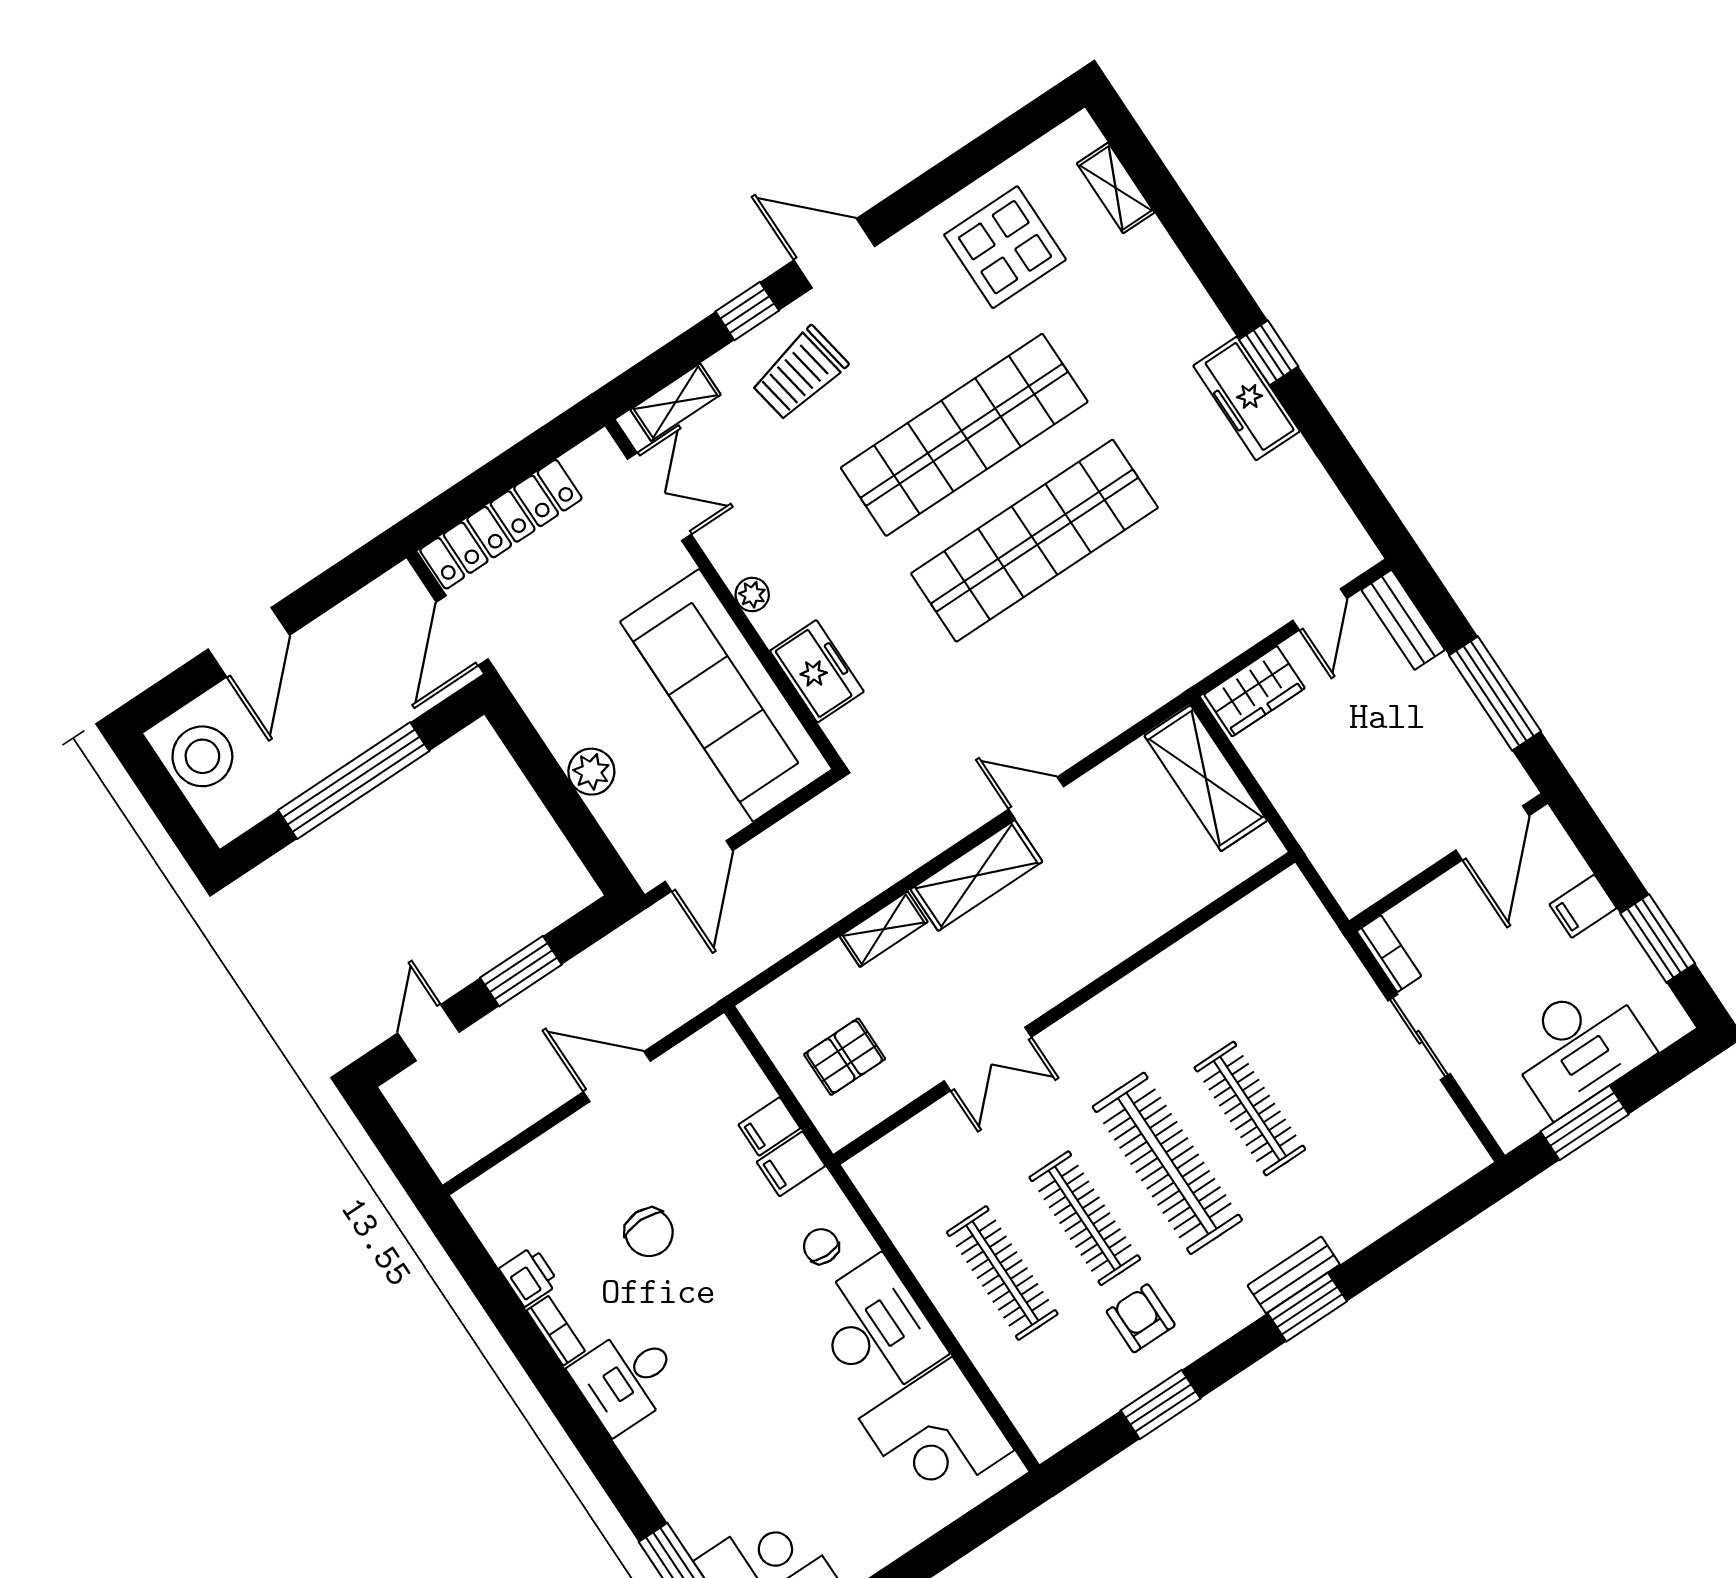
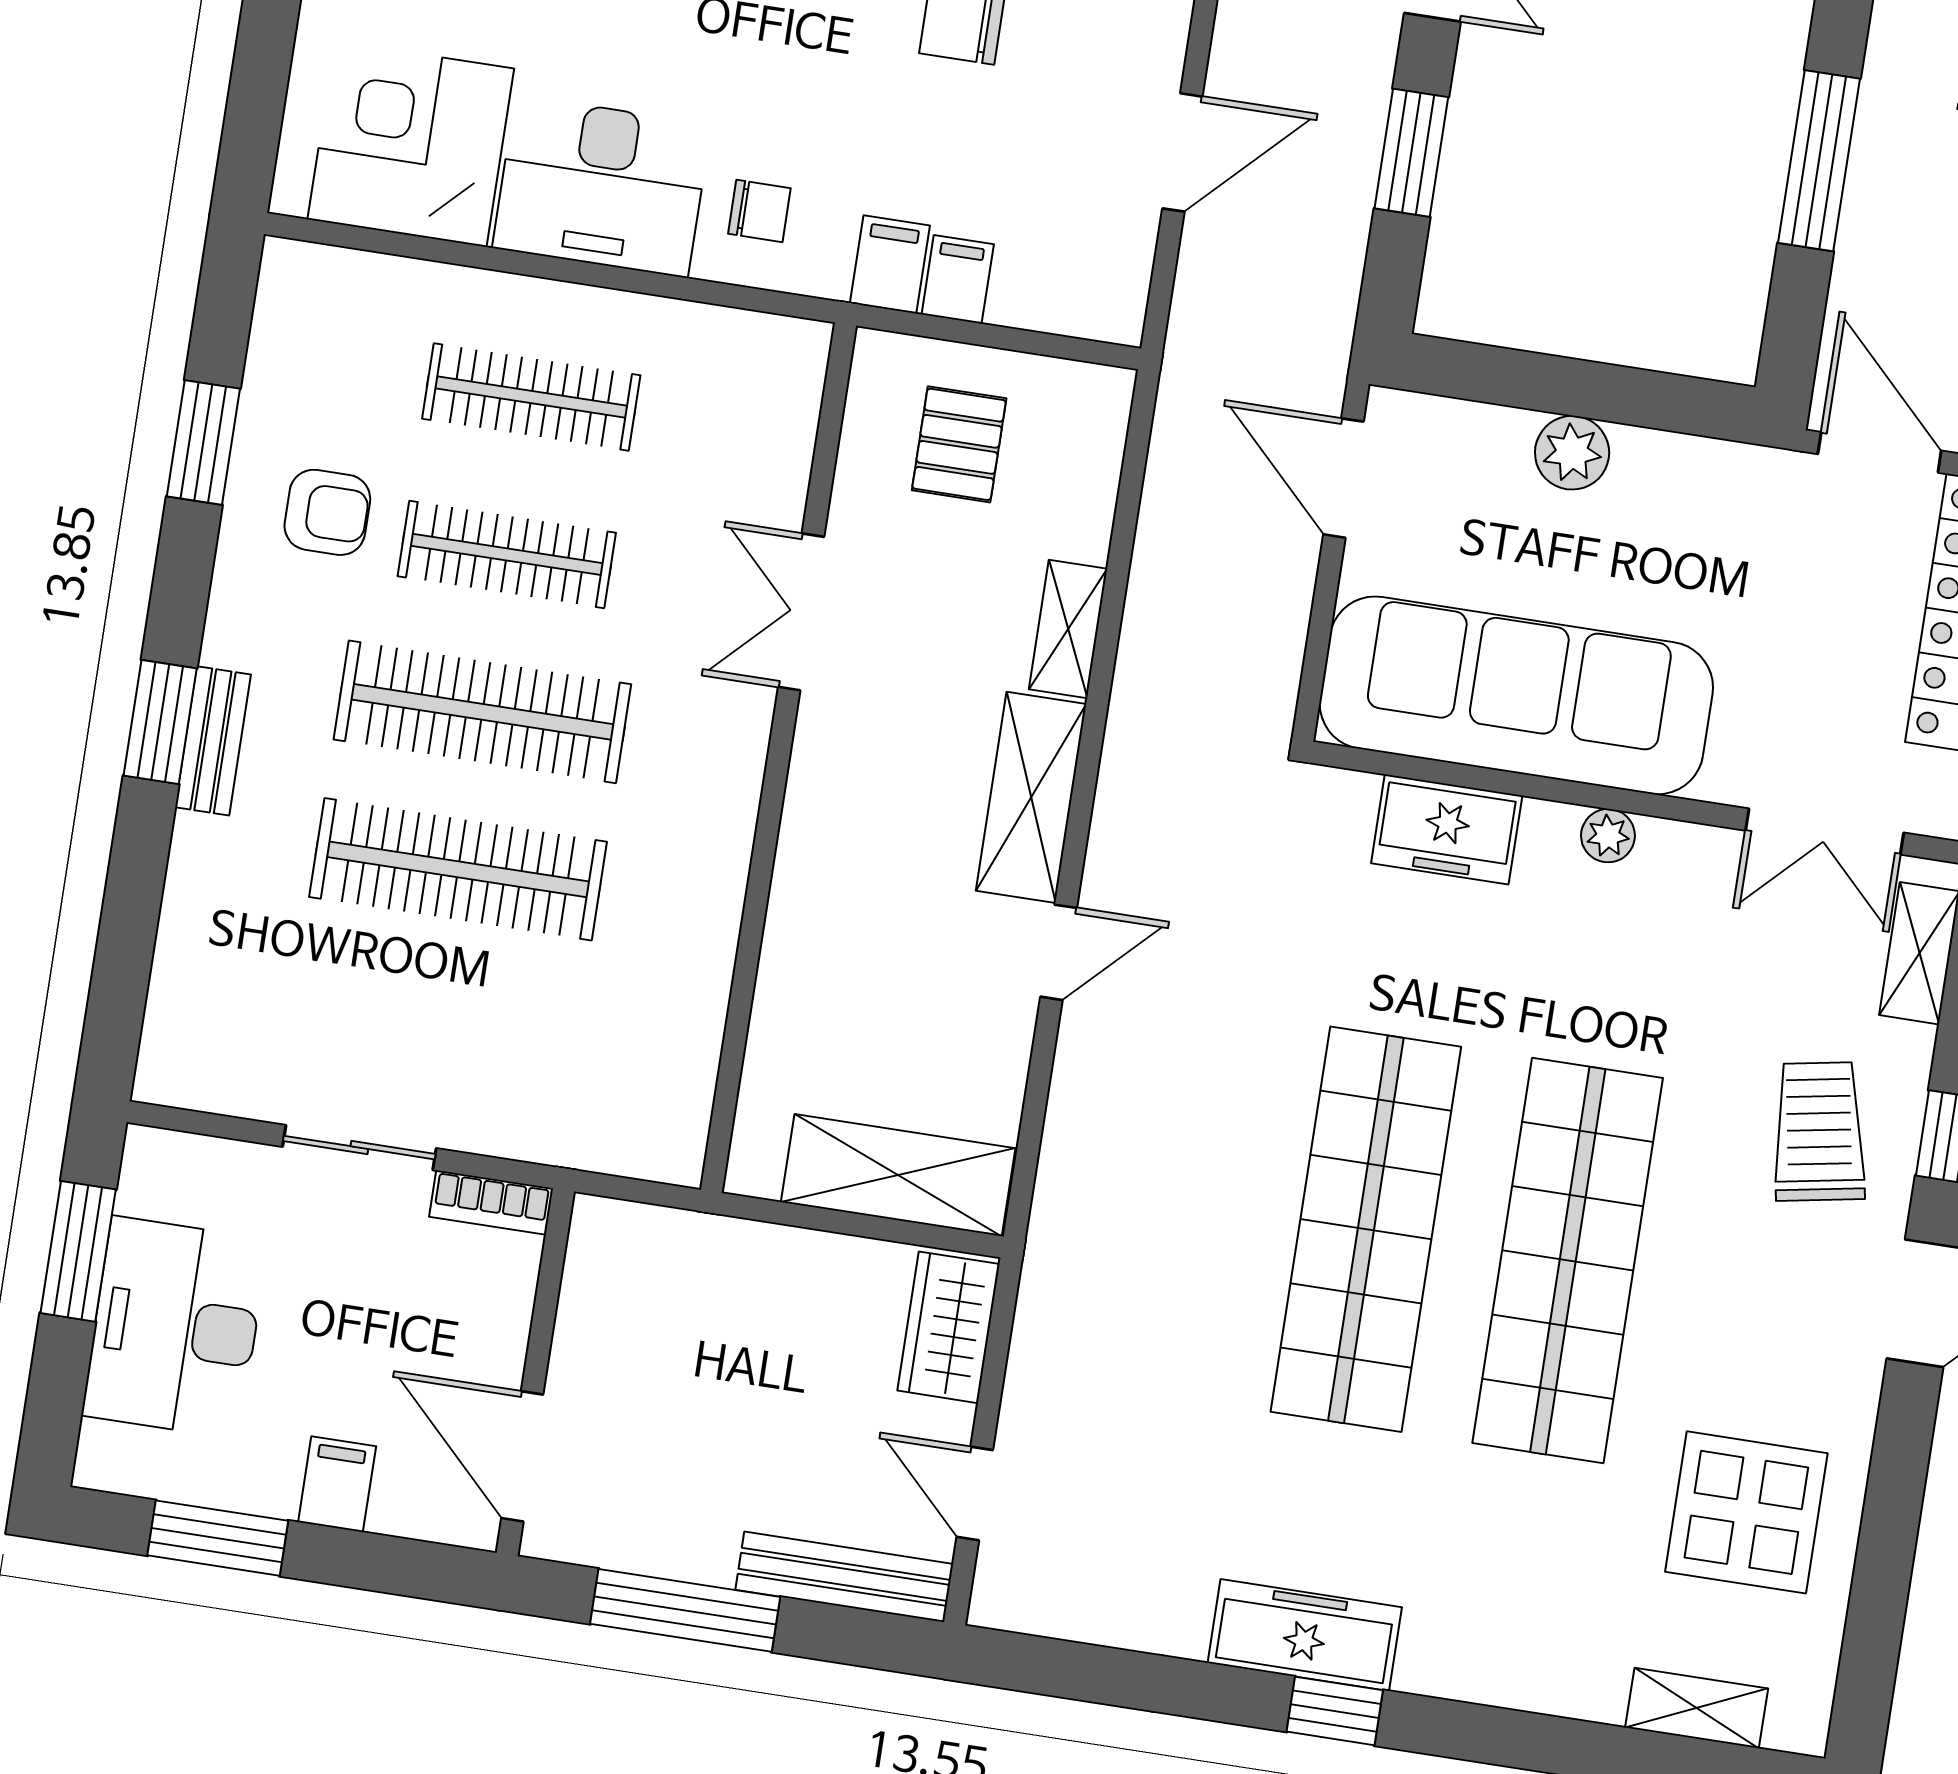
bench: (1403, 620) -> (844, 1577), width x1.36
window: (354, 781) -> (1819, 161), width x0.68
clothes rail: (1250, 1109) -> (458, 869), width x1.37, depth x1.31

